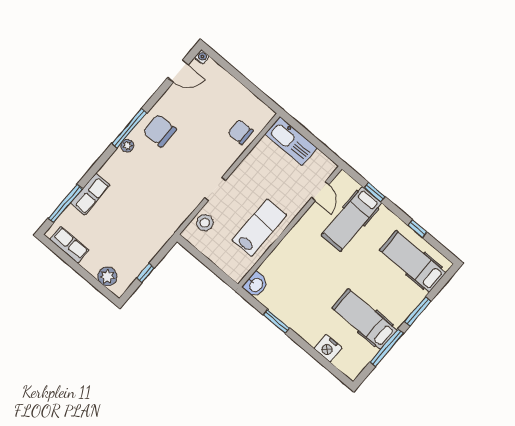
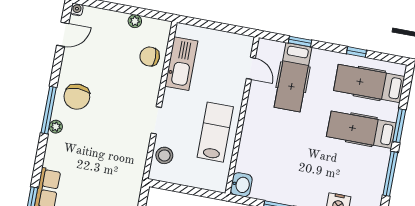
plant: (245, 95) -> (135, 21), added
chair: (160, 131) -> (77, 97), turned -90
kitchen sink: (291, 141) -> (181, 64), moved, turned -90
hospital bed: (365, 319) -> (361, 130), moved

